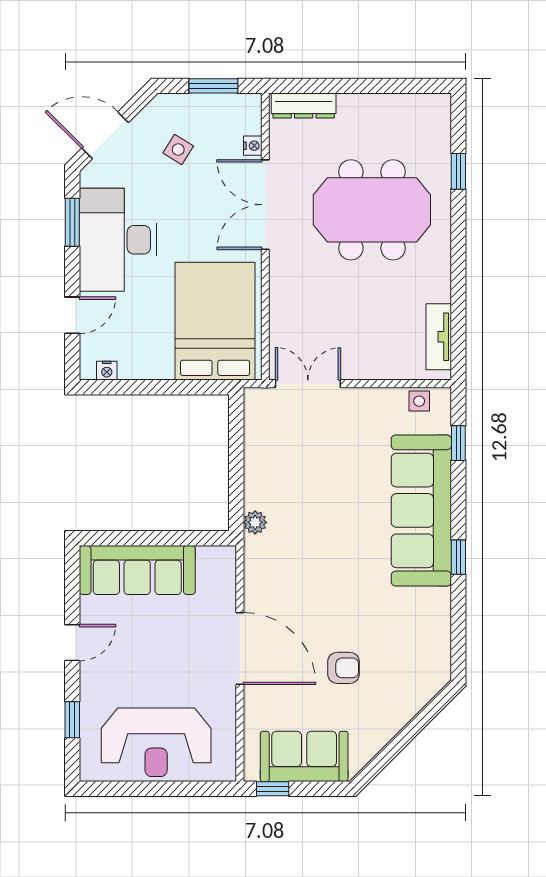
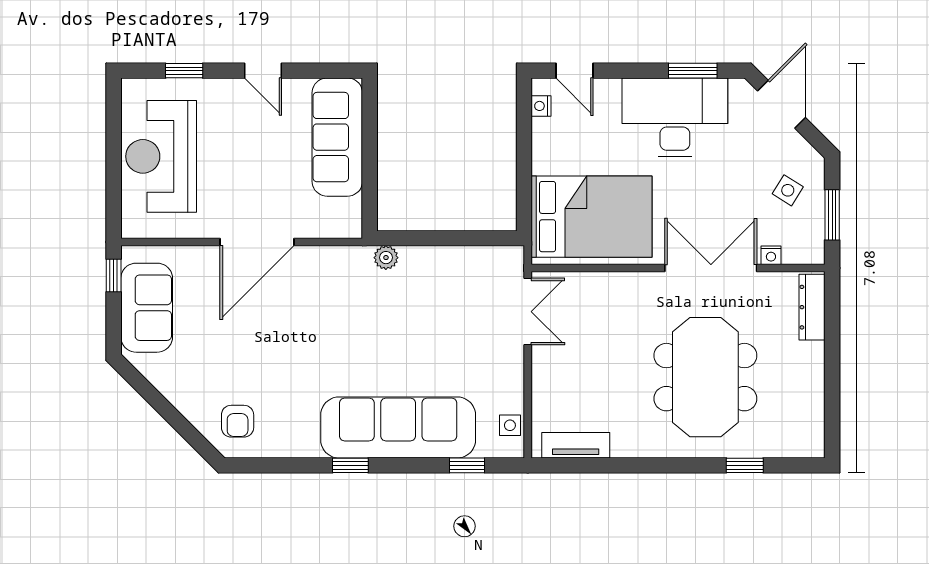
side table: (178, 150) -> (788, 190), moved
door: (72, 315) -> (575, 71), moved
armchair: (343, 668) -> (238, 421), moved

